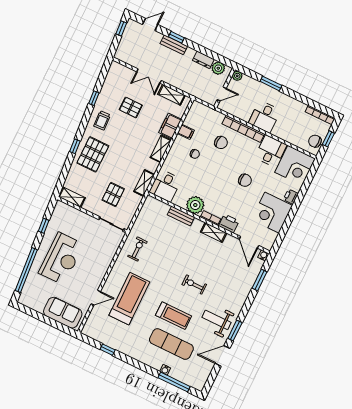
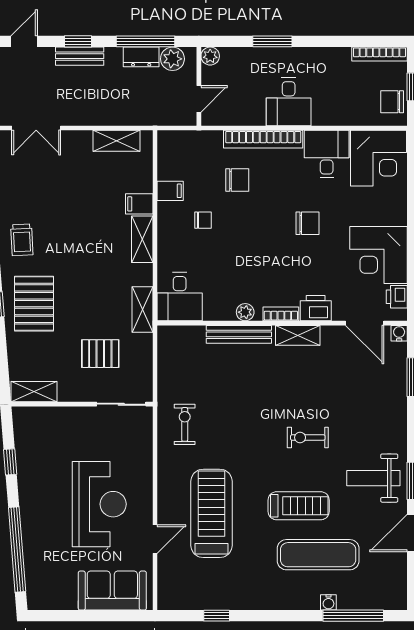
window: (209, 53) -> (146, 41), added
double door: (149, 76) -> (36, 128), moved
pallet: (131, 107) -> (59, 195), removed
filing cabinet: (170, 126) -> (139, 204), width x0.50
pallet: (113, 194) -> (100, 354), turned 90
printer: (291, 197) -> (397, 297), moved
plant: (195, 205) -> (245, 312), width x0.53, depth x0.53
bench: (181, 216) -> (239, 334), width x1.36
reception desk: (61, 259) -> (99, 504), moved

